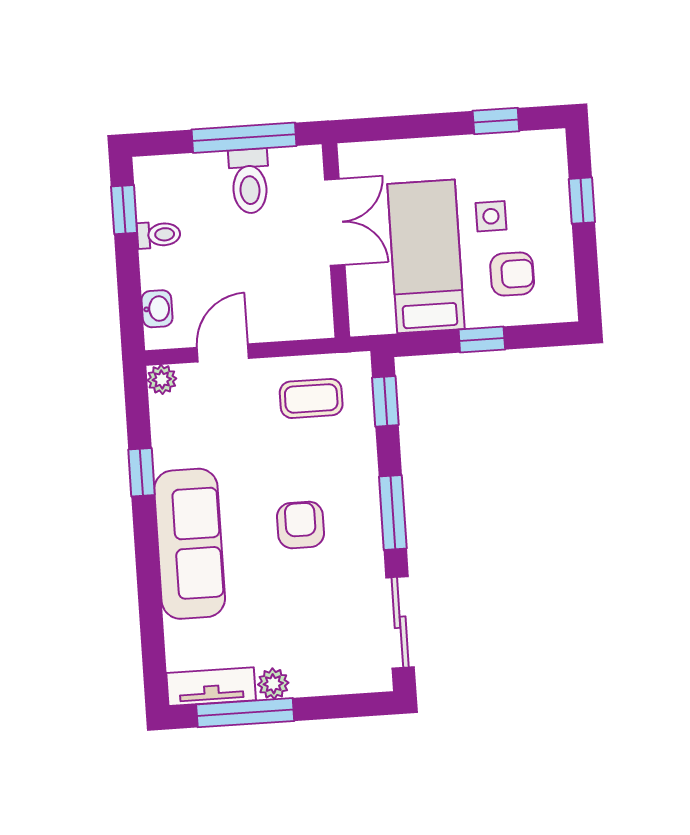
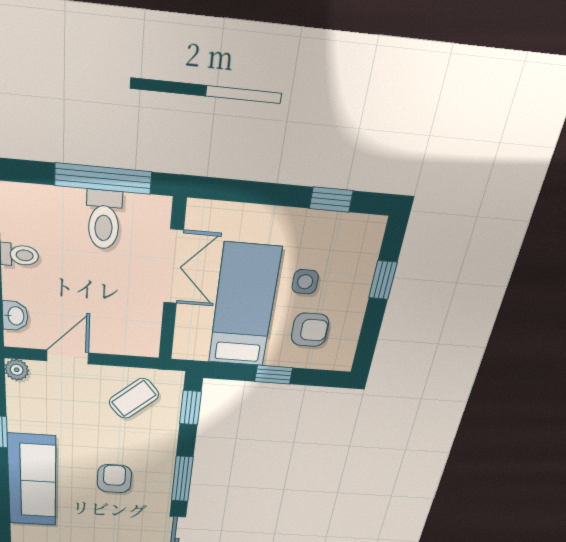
coffee table: (311, 398) -> (134, 398), turned -41

